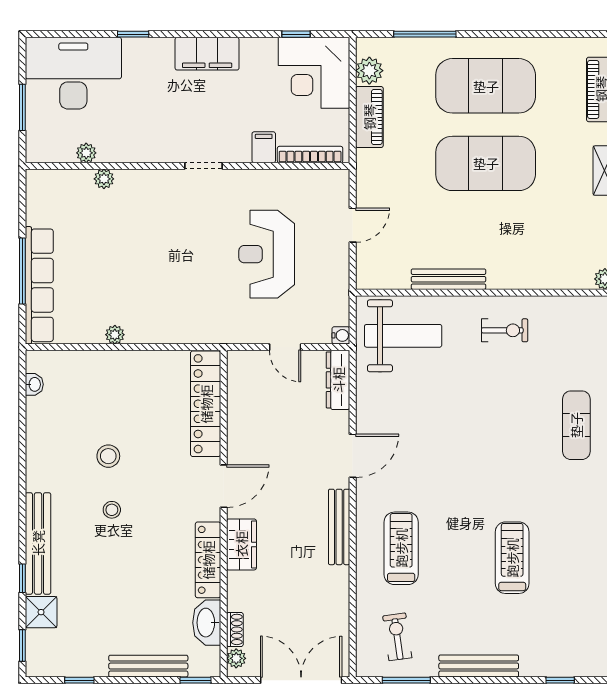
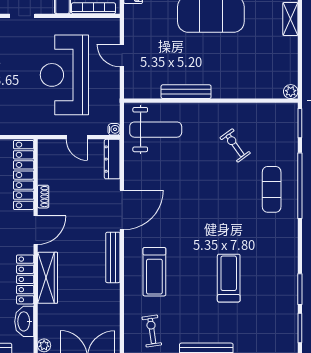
door: (353, 225) -> (122, 56), swing flipped
reception desk: (267, 254) -> (64, 75), width x1.36, depth x1.30
exercise bike: (505, 330) -> (235, 145), moved, turned -126
door: (353, 456) -> (122, 210), width x1.36
wardrobe: (241, 544) -> (48, 278), width x1.50
treadmill: (401, 548) -> (154, 272), turned 180
shoe rack: (235, 629) -> (43, 197), moved

